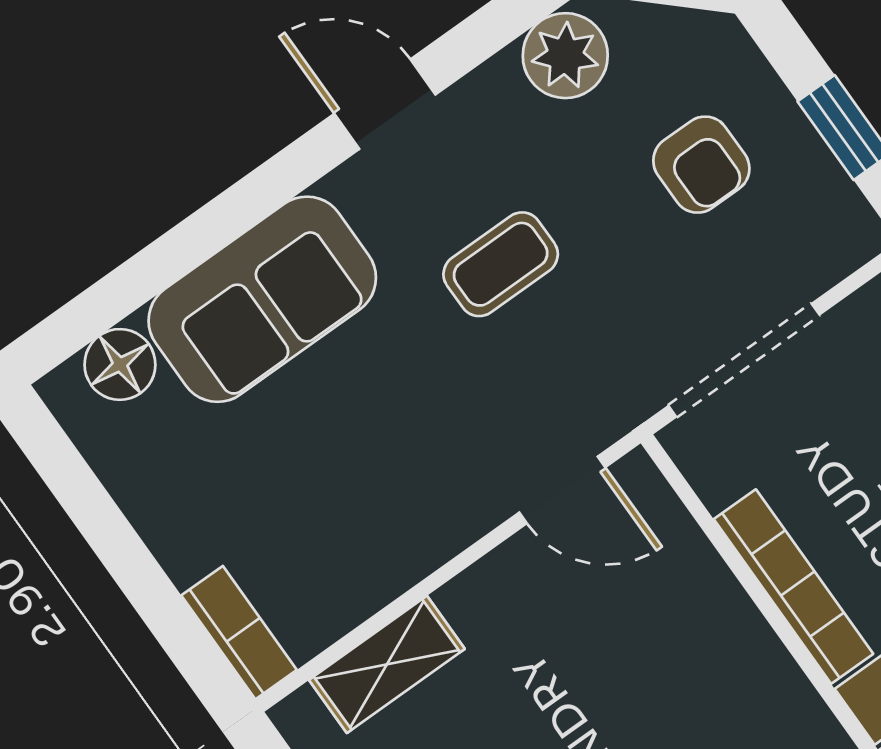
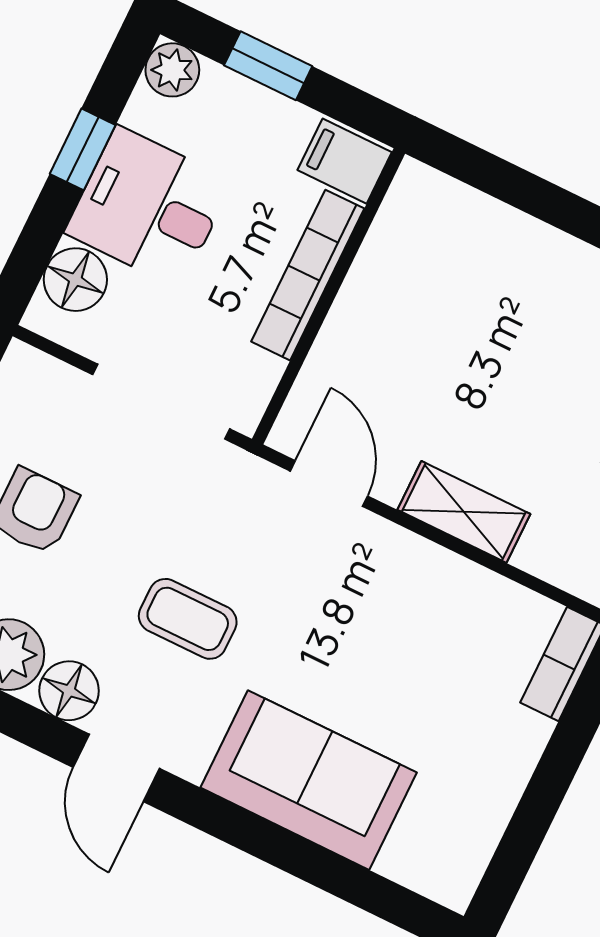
floor lamp: (120, 364) -> (69, 691), moved
shelving: (387, 664) -> (464, 512), moved

